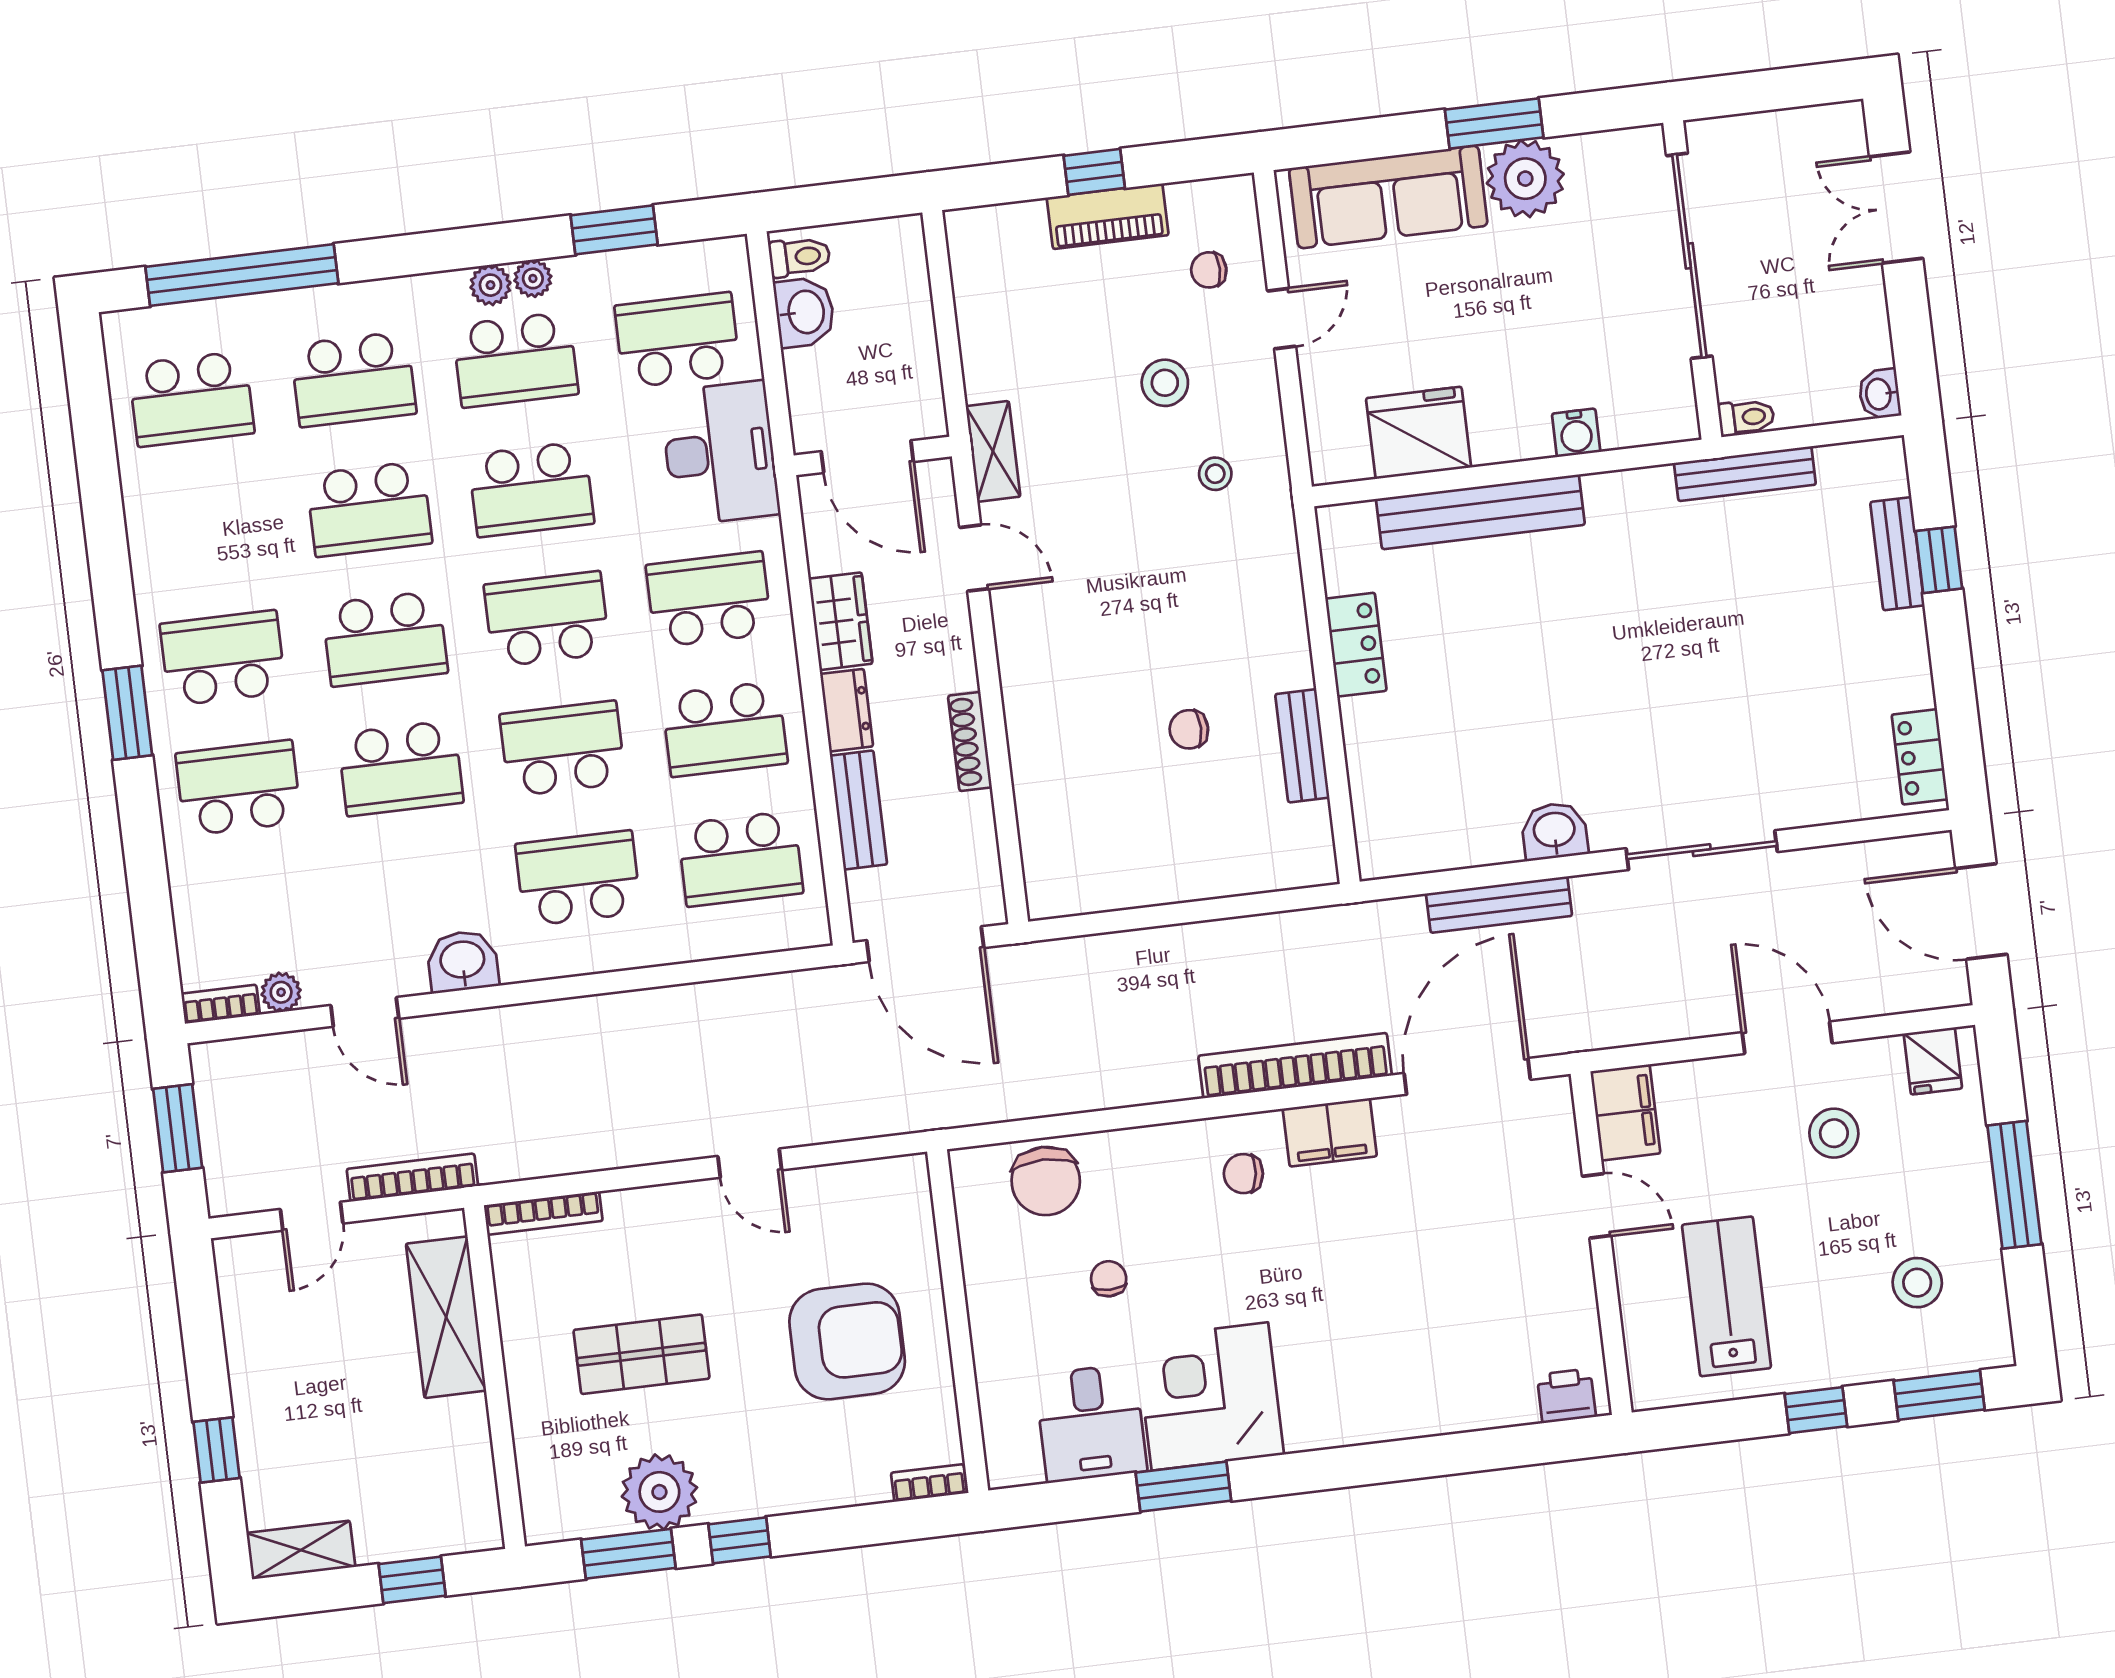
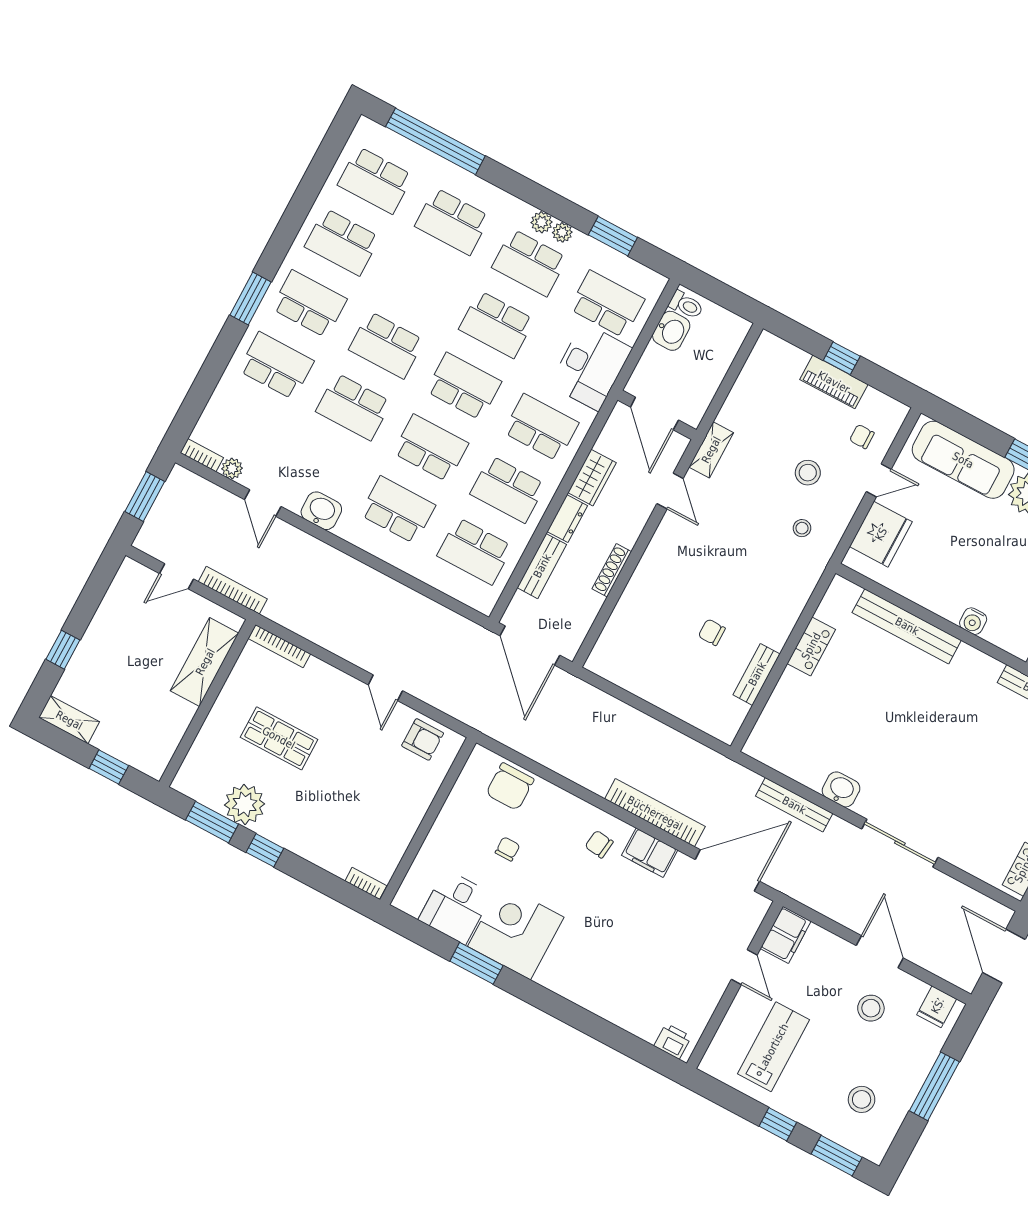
fridge: (1419, 433) -> (881, 534), moved, turned 90
school desk: (369, 509) -> (342, 242), moved
armchair: (847, 1341) -> (423, 739), moved, width x0.53, depth x0.53

